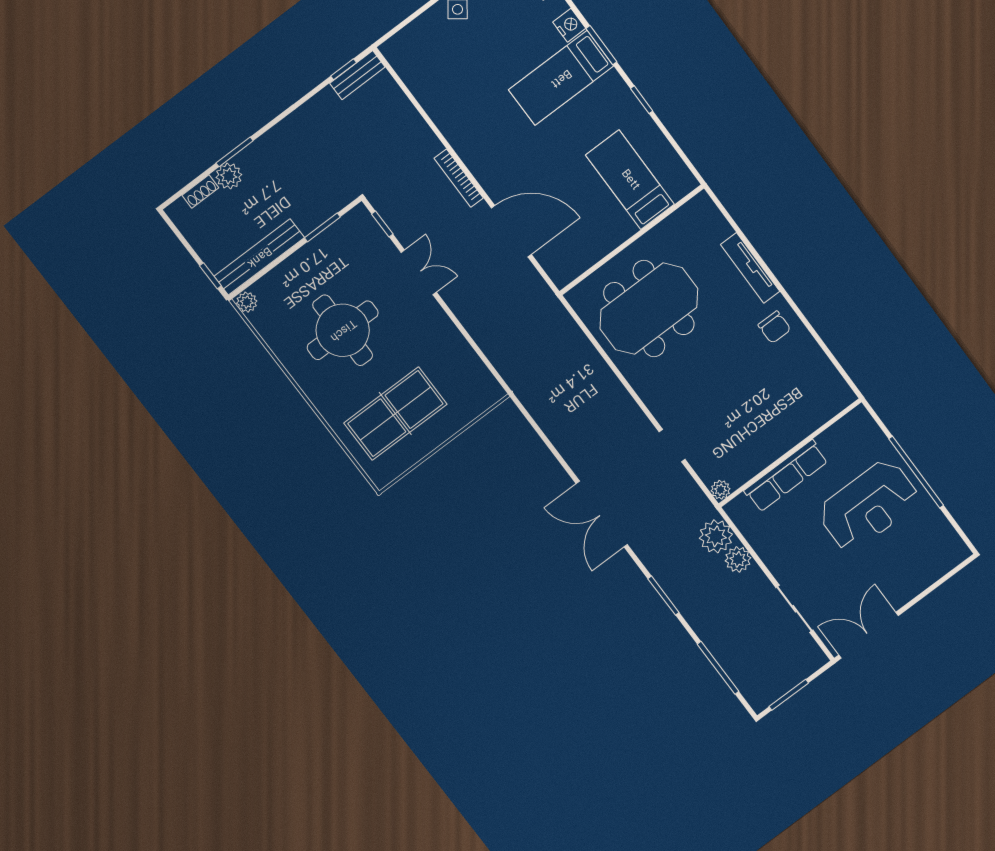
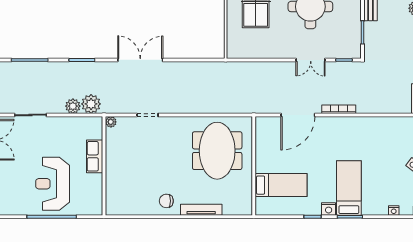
nightstand: (569, 25) -> (329, 209), moved
row of seats: (786, 476) -> (95, 156), width x0.68

